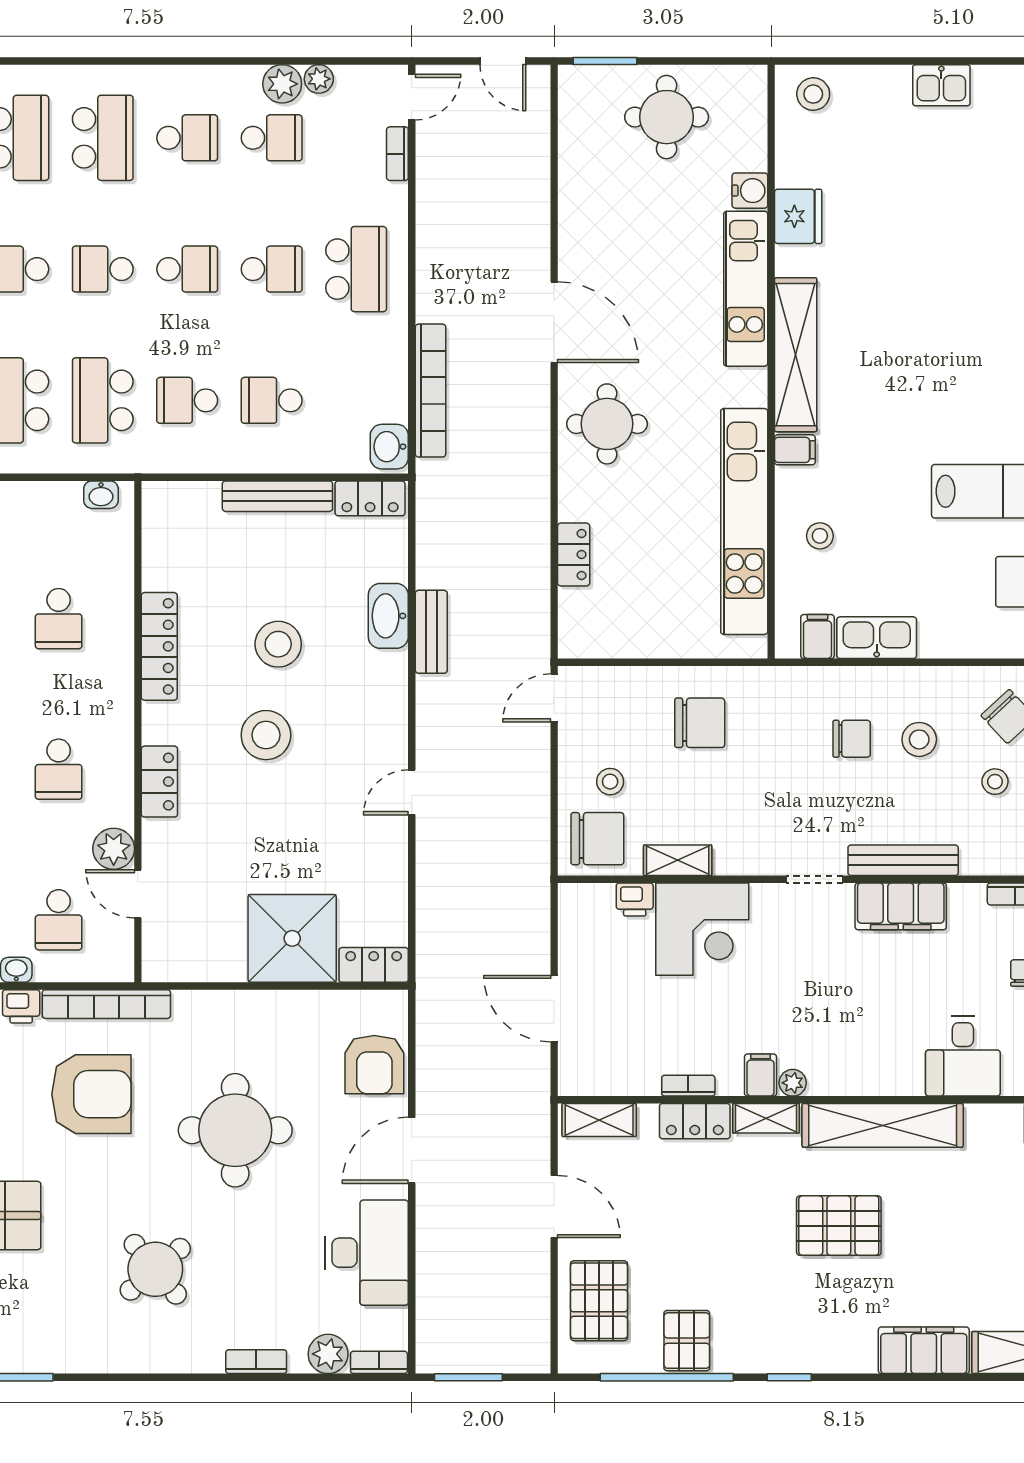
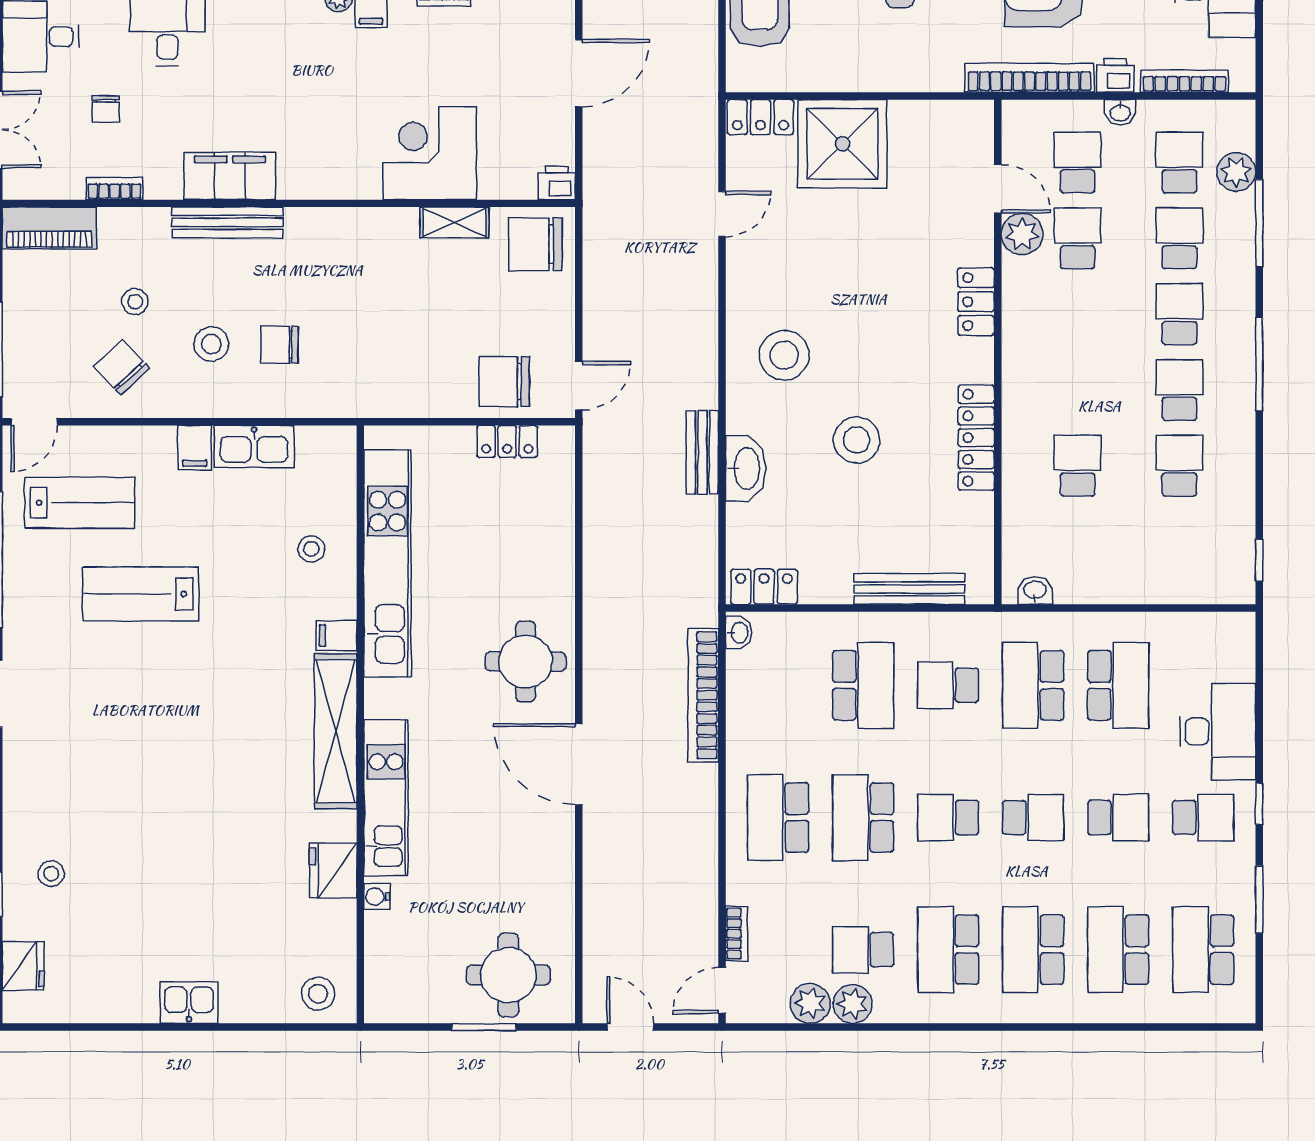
window: (605, 61) -> (484, 1027), moved
plant: (319, 79) -> (810, 1003), width x1.38, depth x1.38
round table: (667, 117) -> (508, 975), moved
school desk: (187, 138) -> (948, 950), width x1.85
water cooler: (750, 191) -> (377, 897), width x0.72, depth x0.72
school desk: (272, 269) -> (863, 817), width x1.85
school desk: (103, 400) -> (1033, 685), turned 180
school desk: (187, 400) -> (948, 685), turned 180
school desk: (272, 400) -> (863, 685), width x1.85
washbasin: (389, 447) -> (739, 633), width x0.72, depth x0.69
bench: (277, 496) -> (909, 589), moved
locker: (574, 555) -> (507, 441), moved, turned -90
filing cabinet: (817, 637) -> (195, 448), moved
chair: (700, 723) -> (504, 382), moved
stool: (266, 735) -> (784, 355), moved
school desk: (59, 769) -> (1078, 238), moved
stool: (610, 782) -> (522, 302), removed
door: (412, 792) -> (722, 214), moved
doorway: (815, 879) -> (317, 203), removed
printer: (635, 899) -> (557, 183), moved
door: (554, 1009) -> (579, 73), hinge flipped

